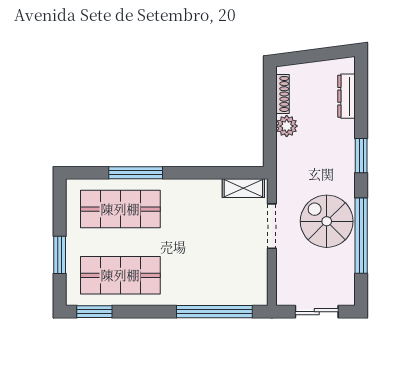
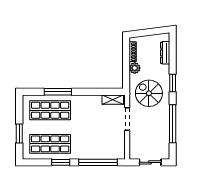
spiral stairs: (327, 221) -> (149, 93), moved
window: (94, 312) -> (61, 162), moved

